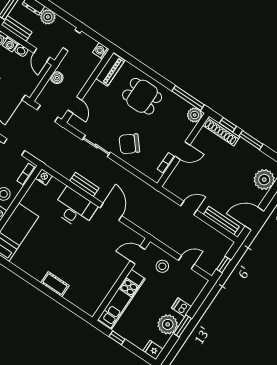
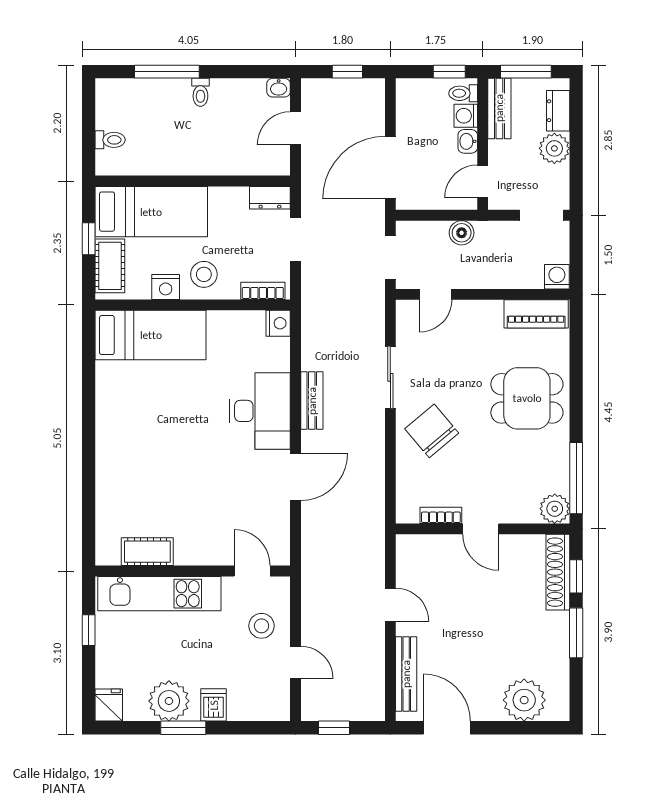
dining table: (142, 96) -> (527, 398), turned 90
cot: (55, 284) -> (147, 552), moved, turned 90

